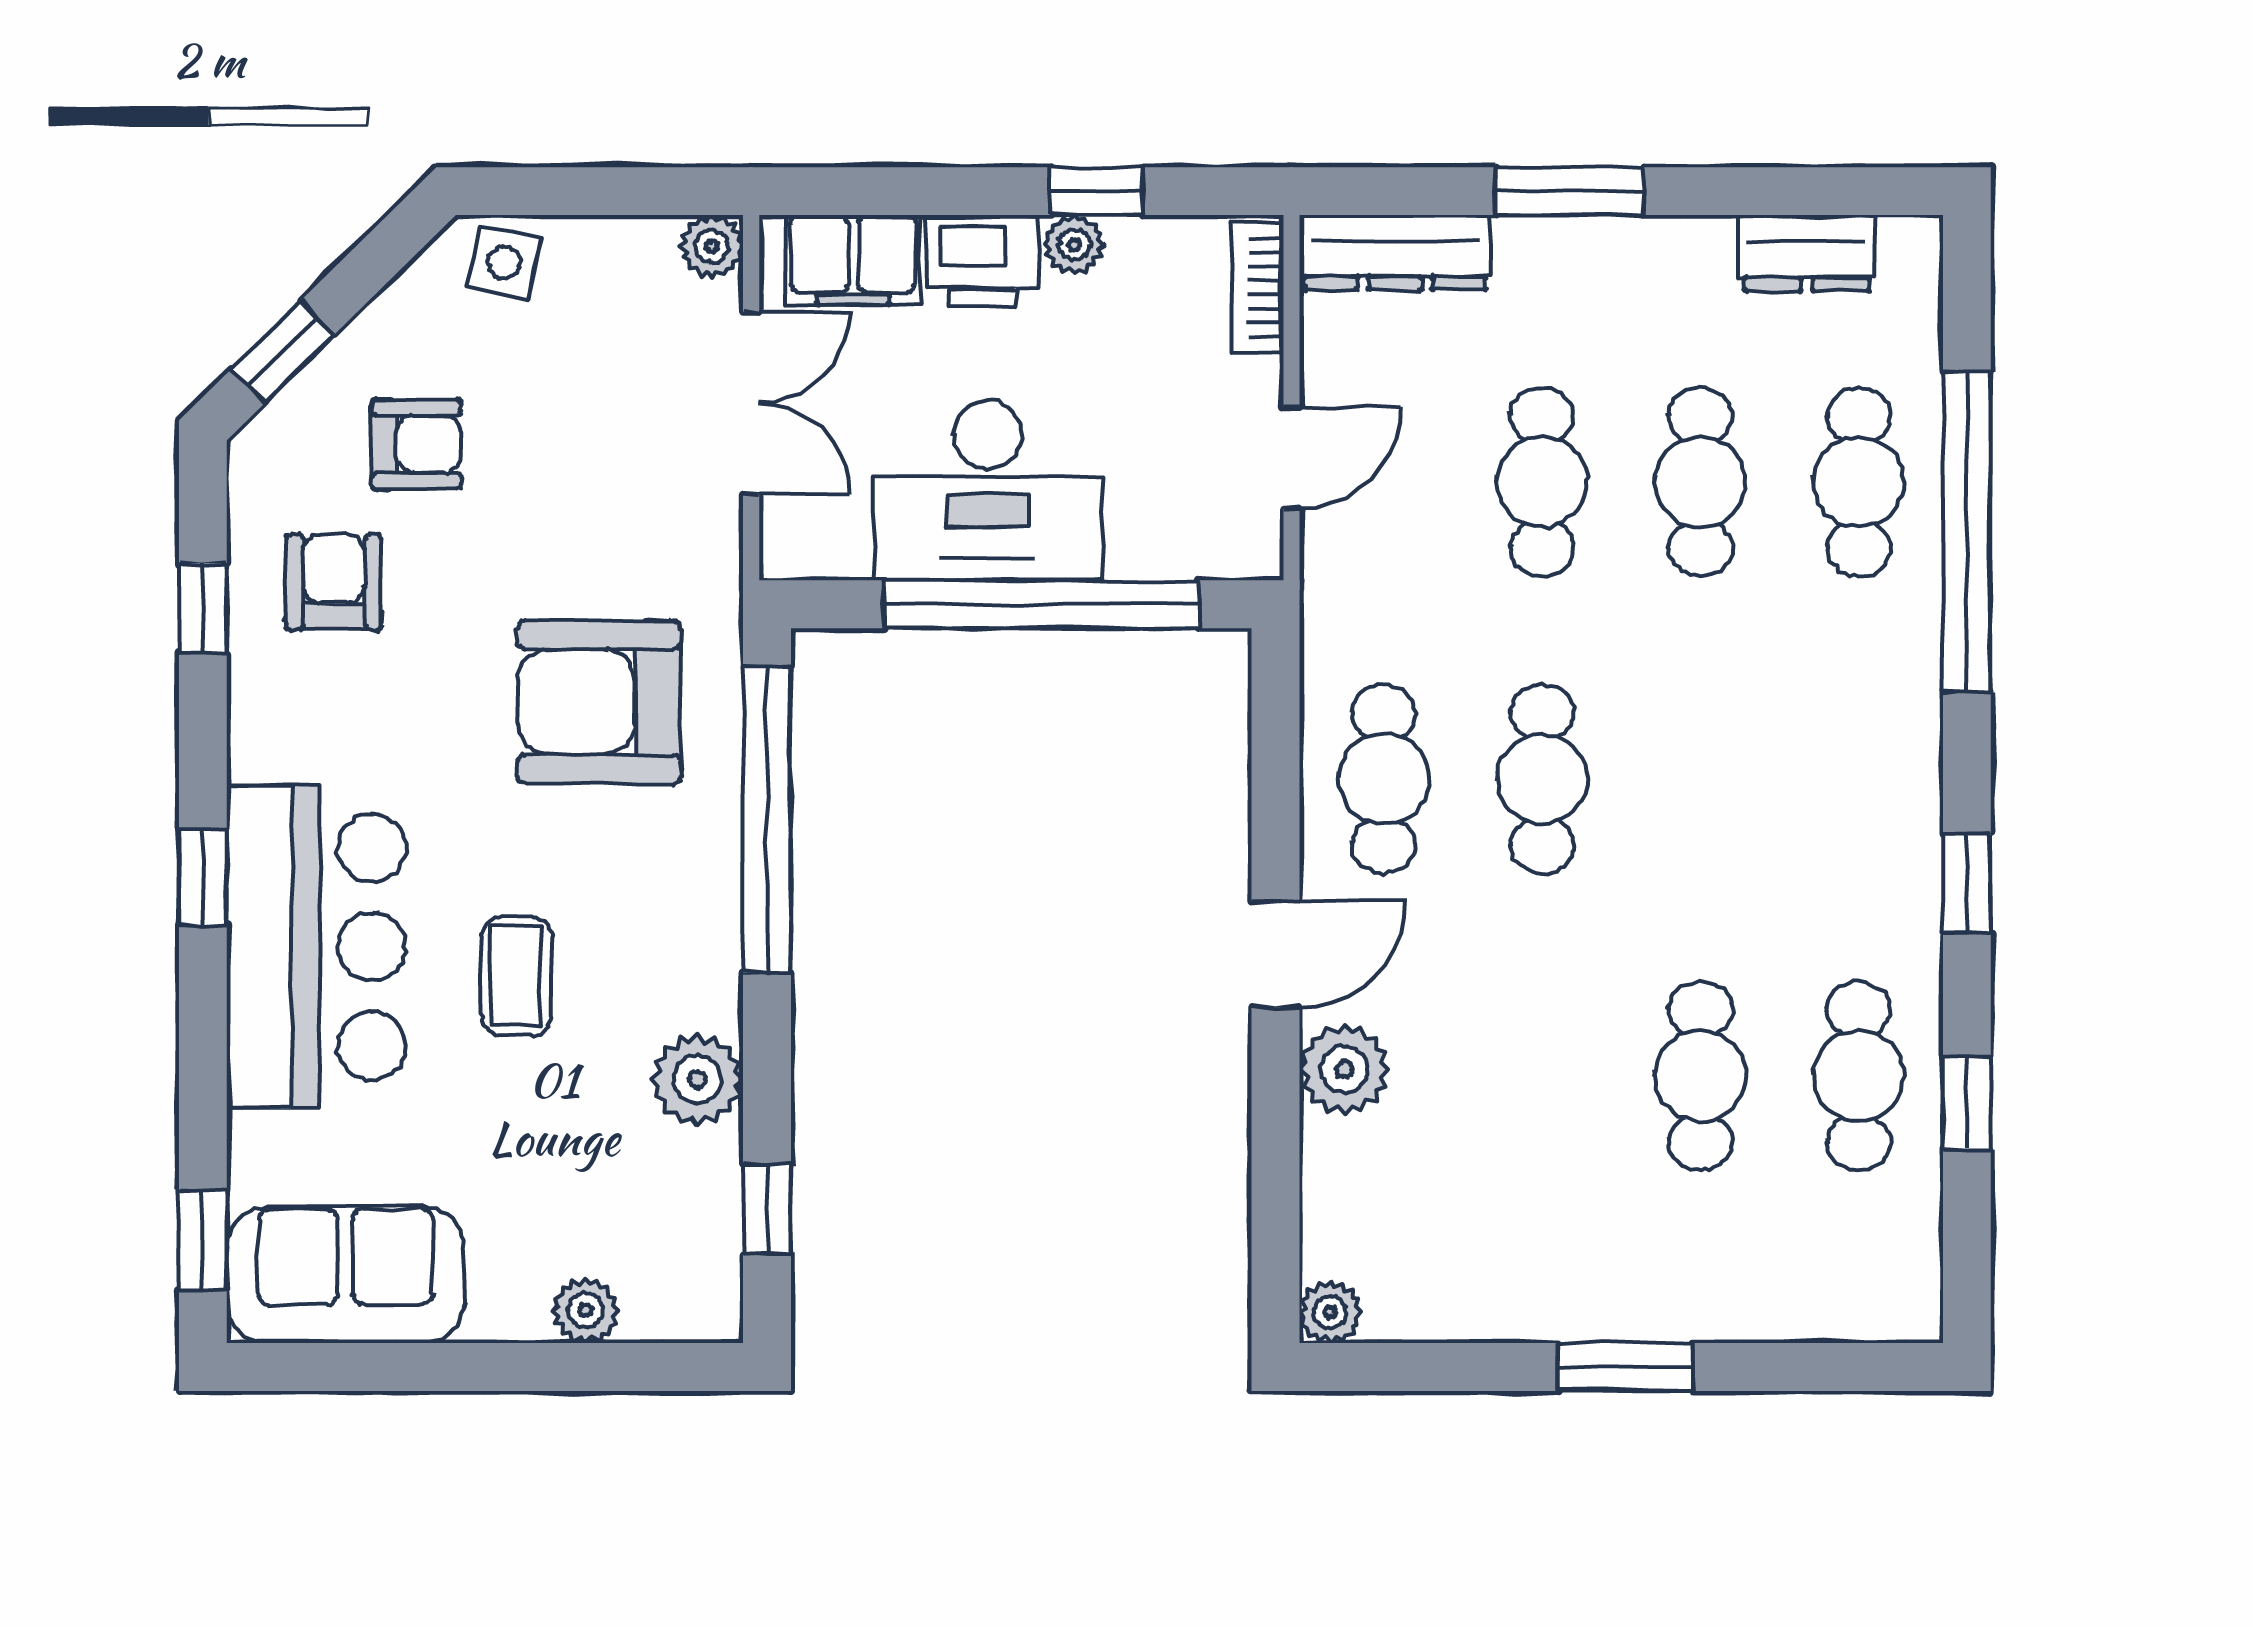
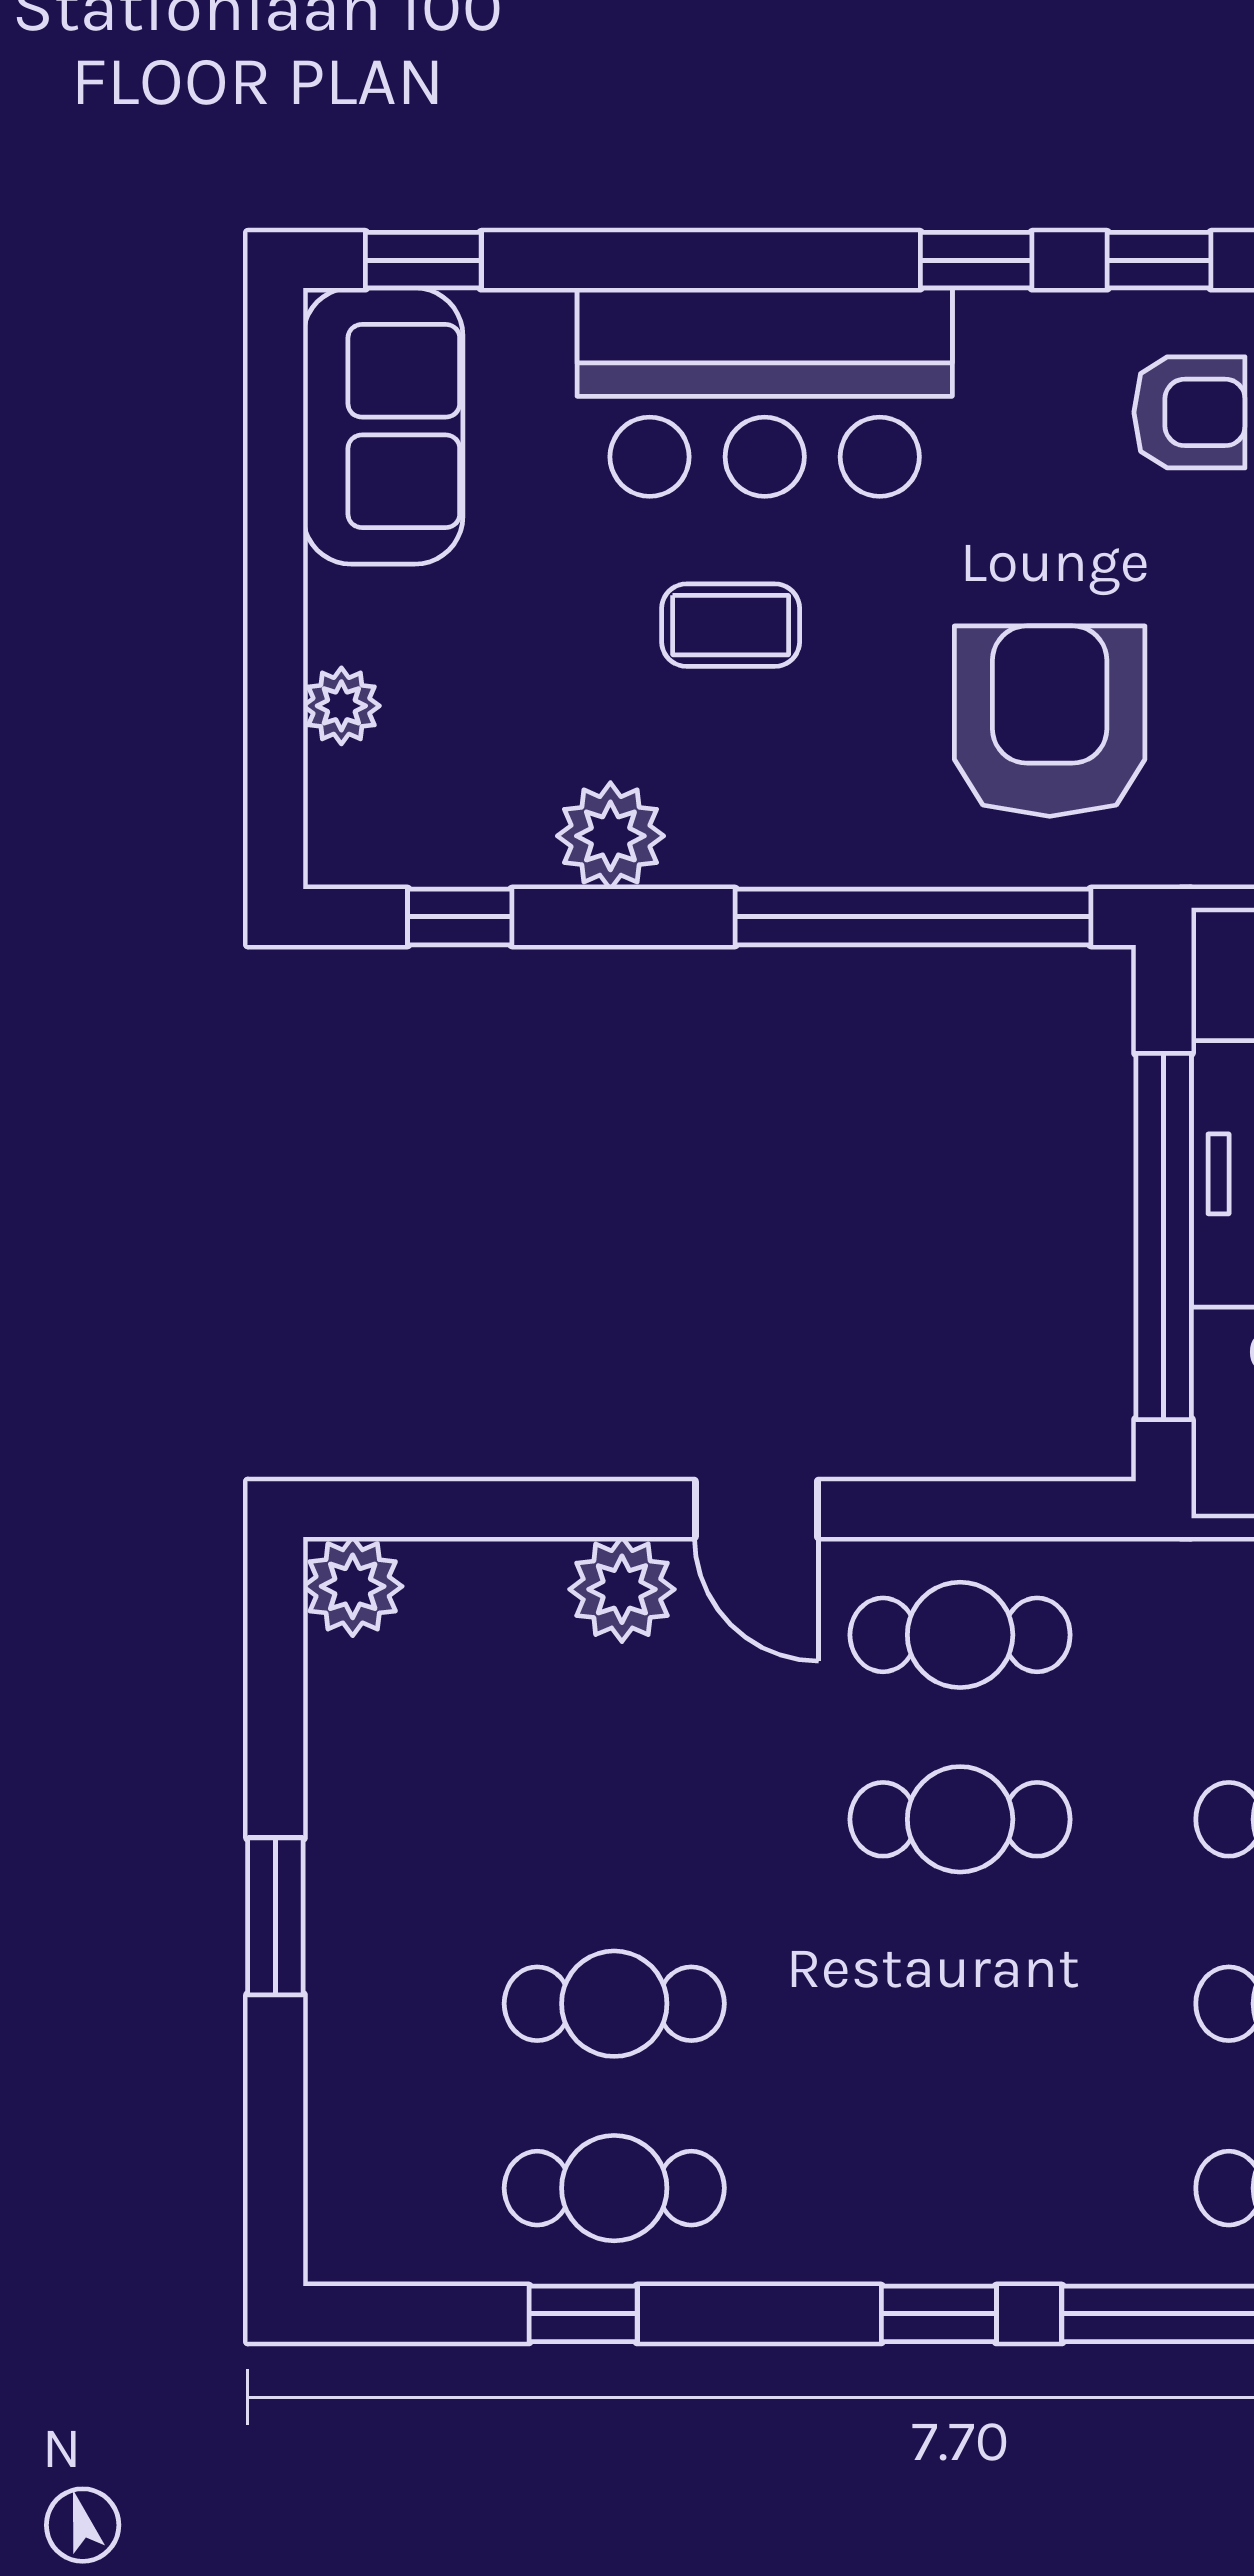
window: (203, 877) -> (976, 260), moved
window: (1967, 884) -> (939, 2314), moved
plant: (1330, 1312) -> (353, 1586), width x1.38, depth x1.38

